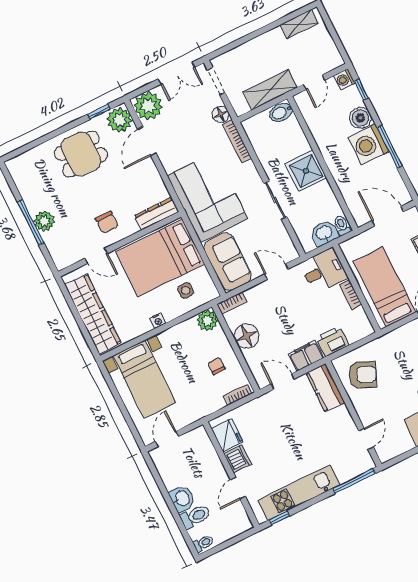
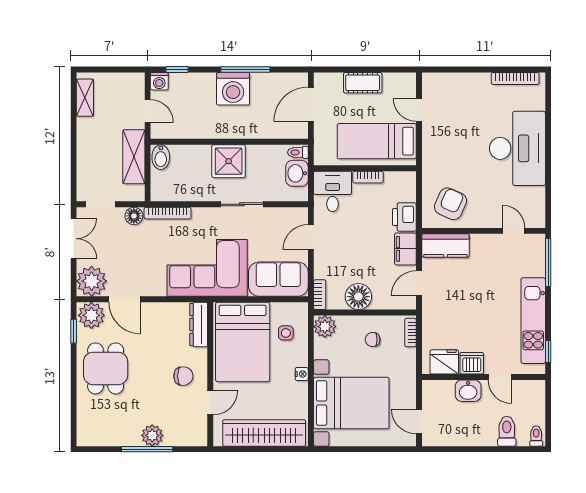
boiler: (360, 118) -> (204, 84), removed
bed with nightstands: (145, 379) -> (351, 403), width x1.36
washbasin: (182, 499) -> (468, 391), moved, turned 180

